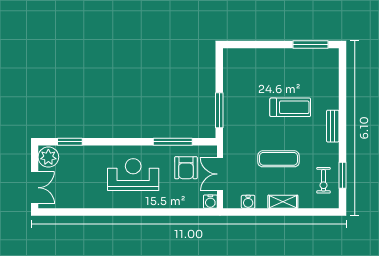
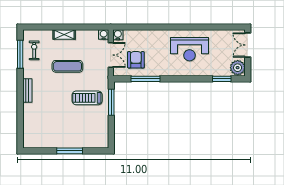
window: (310, 44) -> (70, 151), moved
treadmill: (290, 107) -> (87, 98), moved
reception desk: (133, 175) -> (190, 49), moved
window: (342, 175) -> (20, 54), width x1.44
water cooler: (248, 202) -> (104, 35), moved

